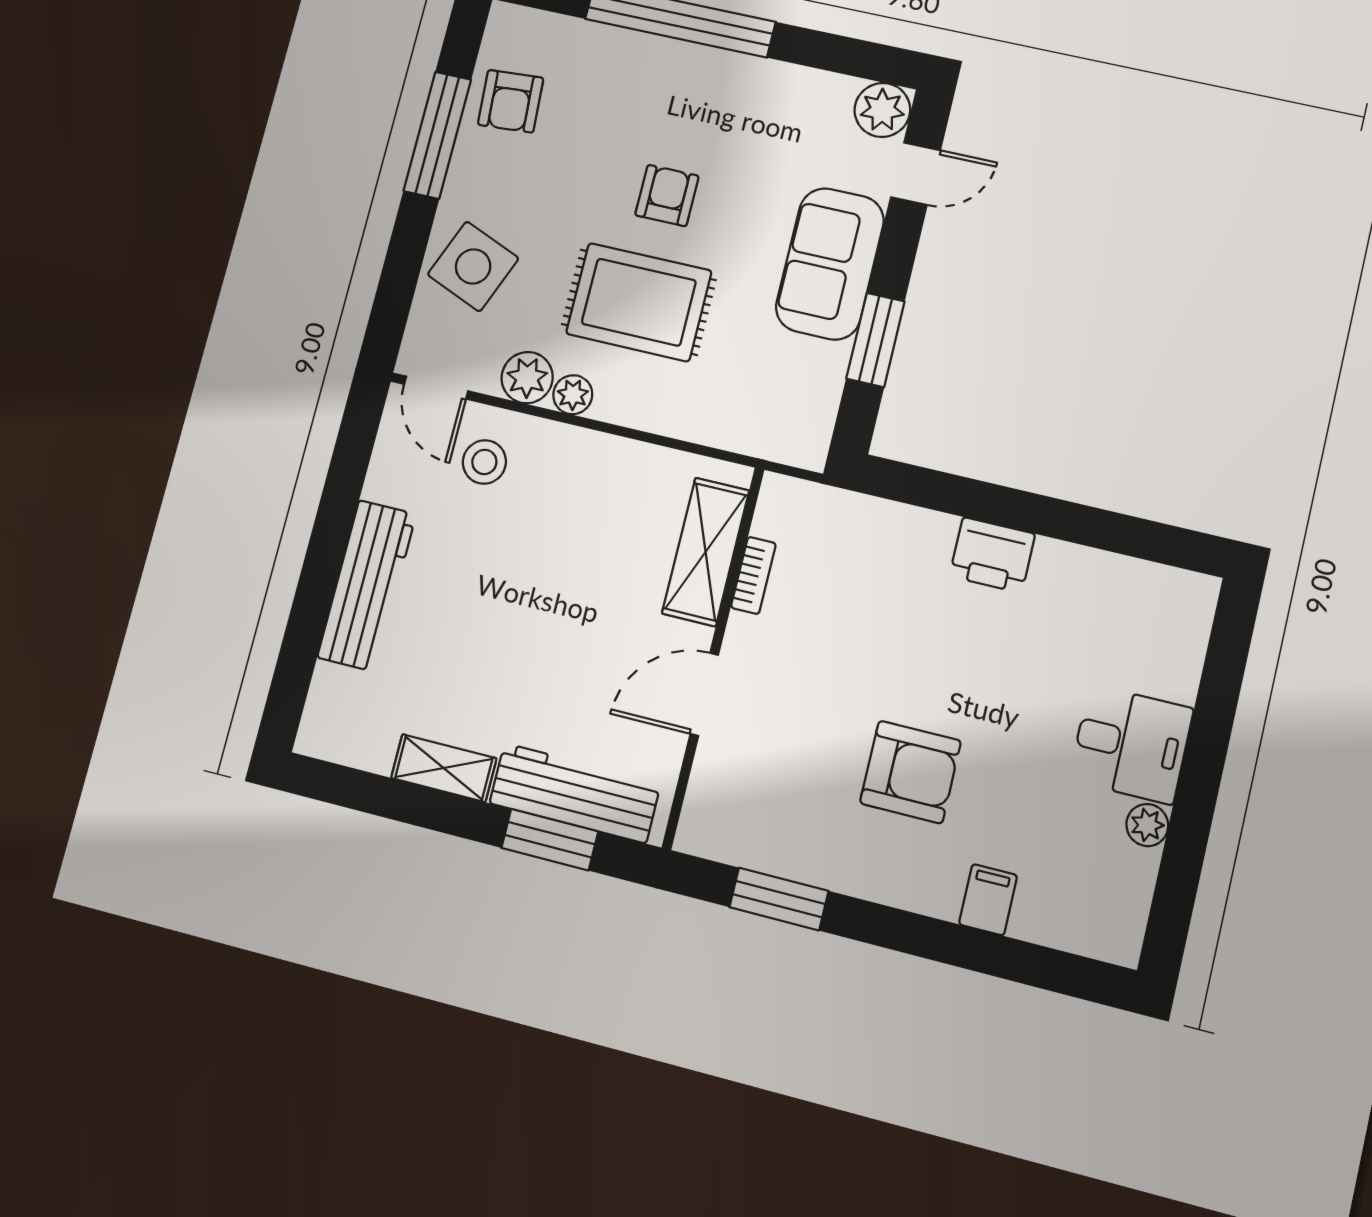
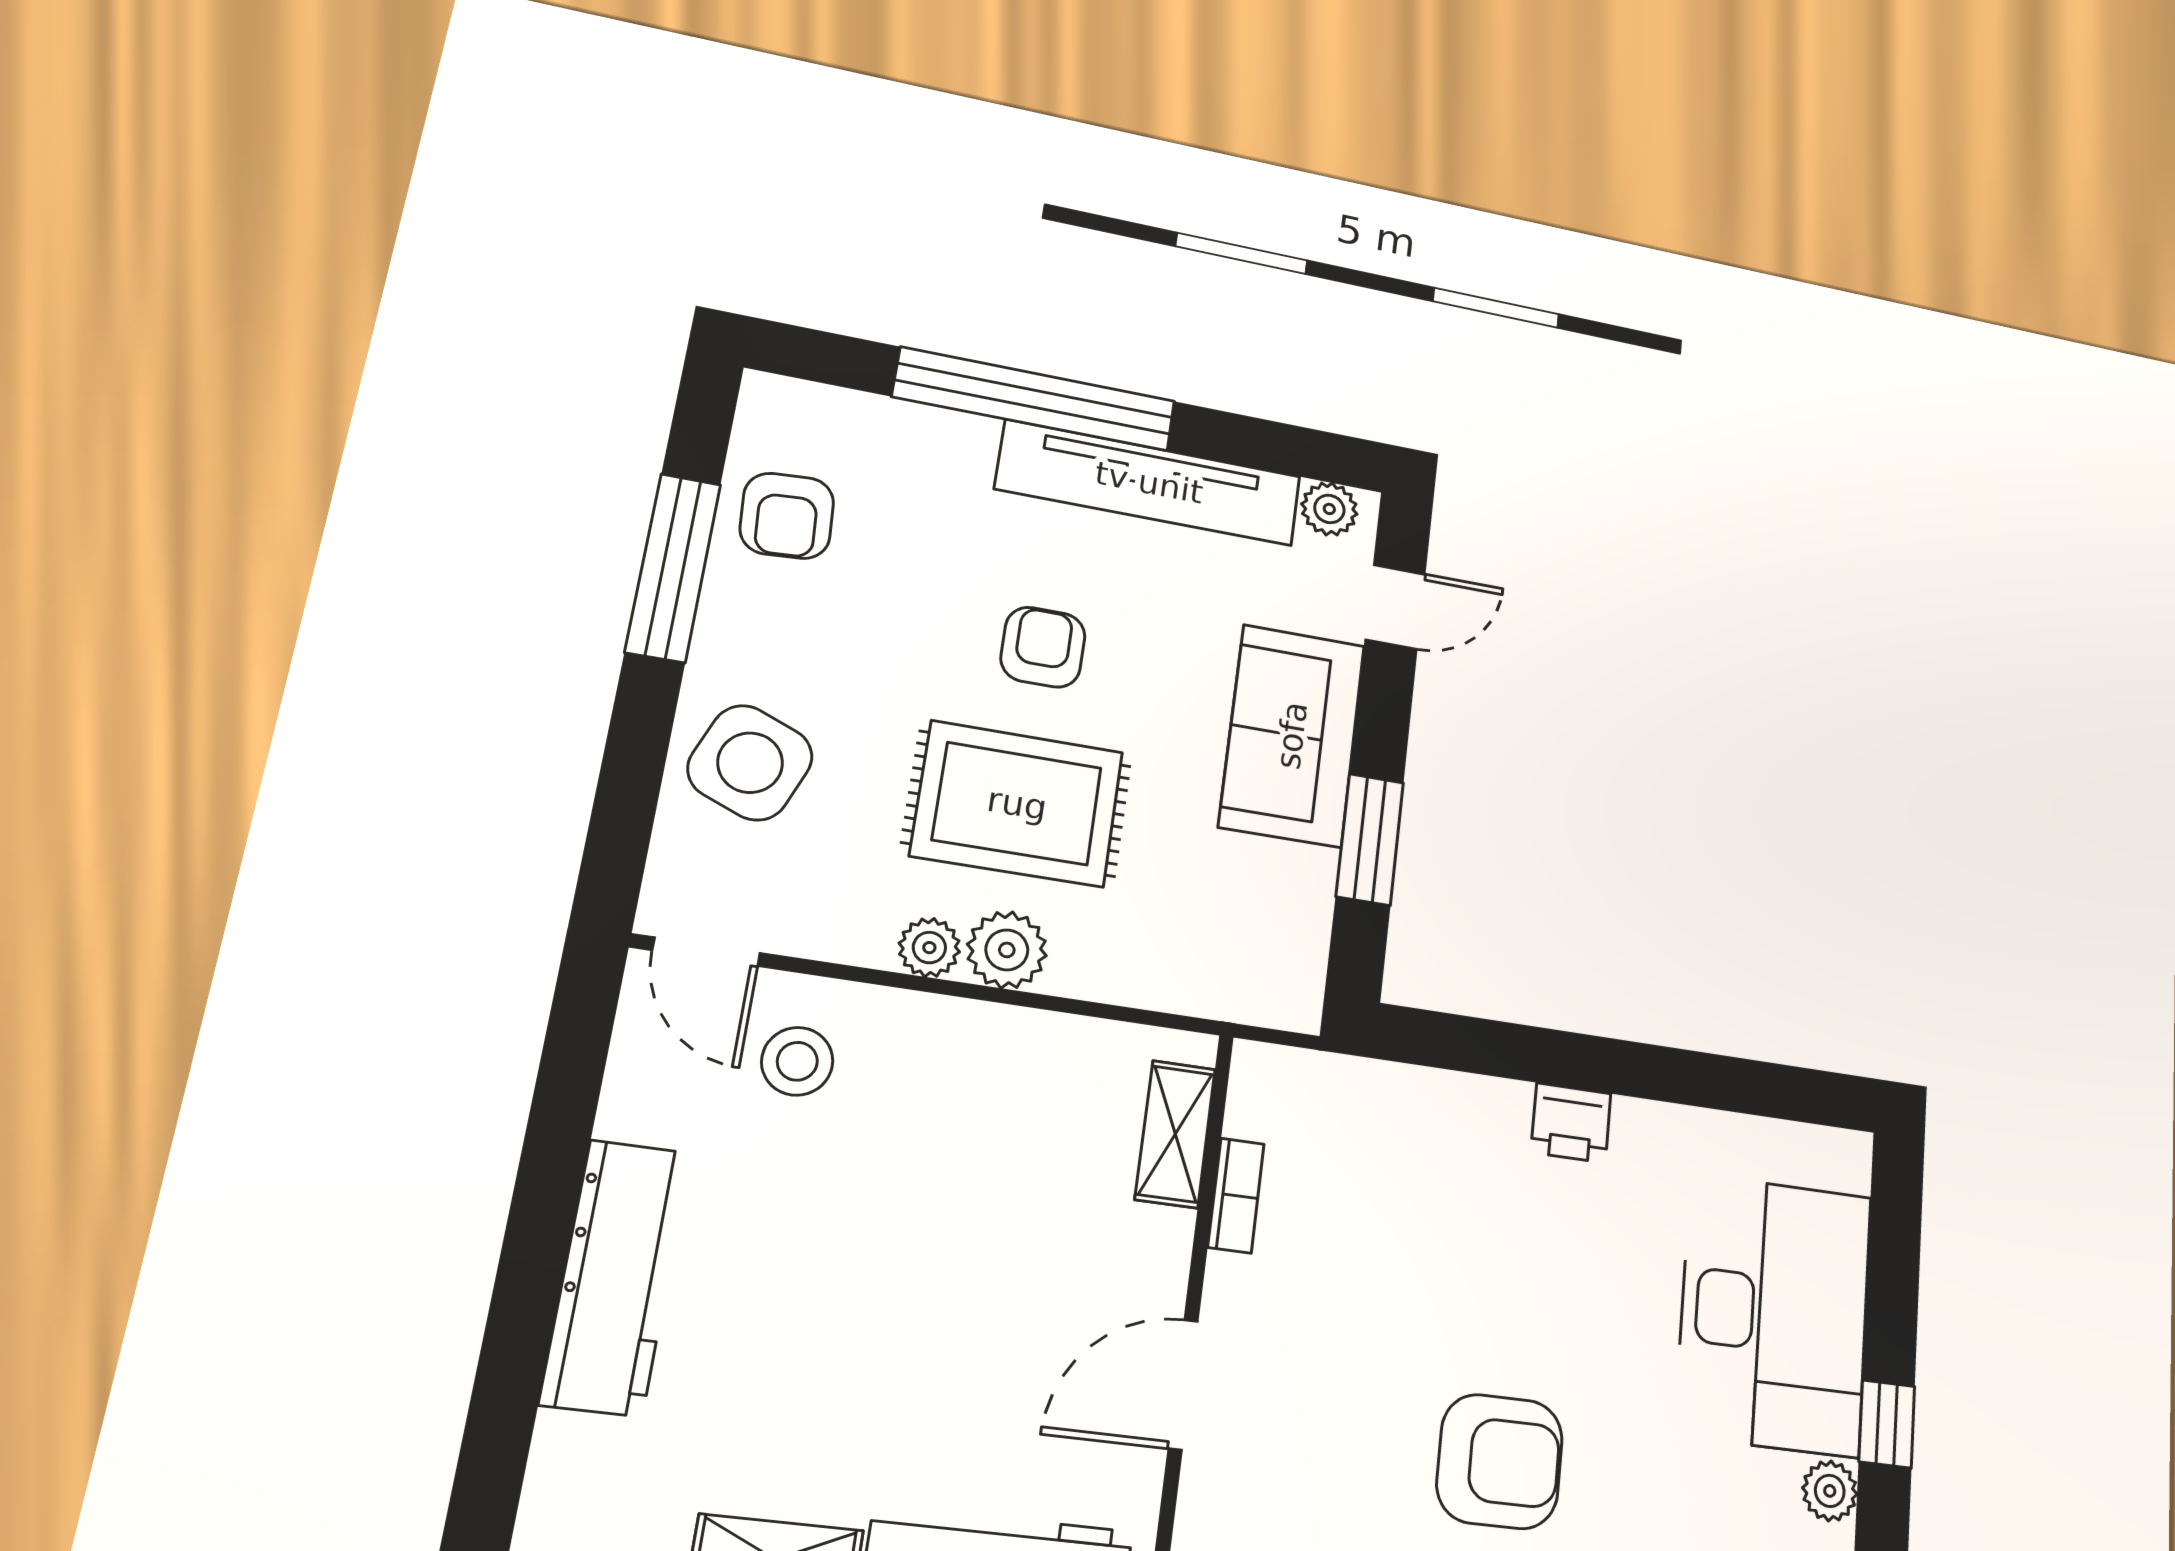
tv unit: (752, 81) -> (1149, 483), added
plant: (882, 110) -> (1329, 509), width x0.73, depth x0.73
plant: (527, 378) -> (1007, 950), moved
shelving: (706, 552) -> (1175, 1134), width x0.67, depth x0.75
printer: (992, 555) -> (1571, 1123), width x0.73, depth x0.81
desk: (1131, 744) -> (1774, 1314), width x1.87, depth x1.30
window: (1199, 785) -> (1887, 1424), added

